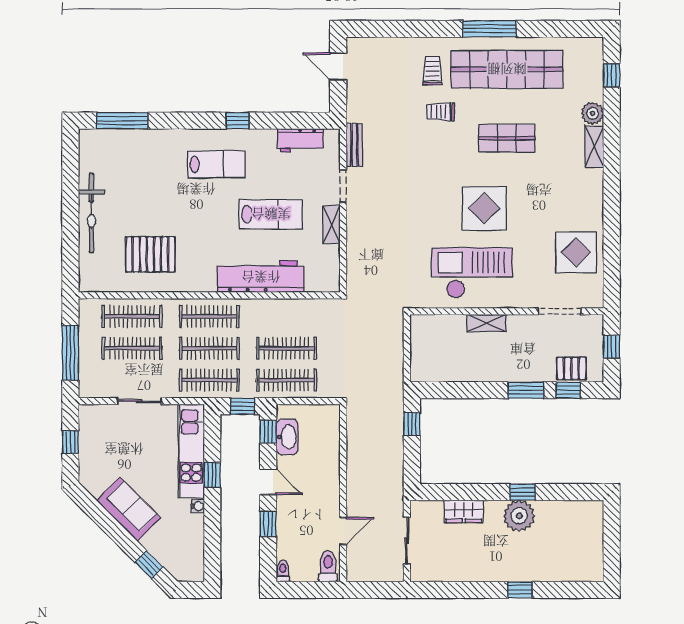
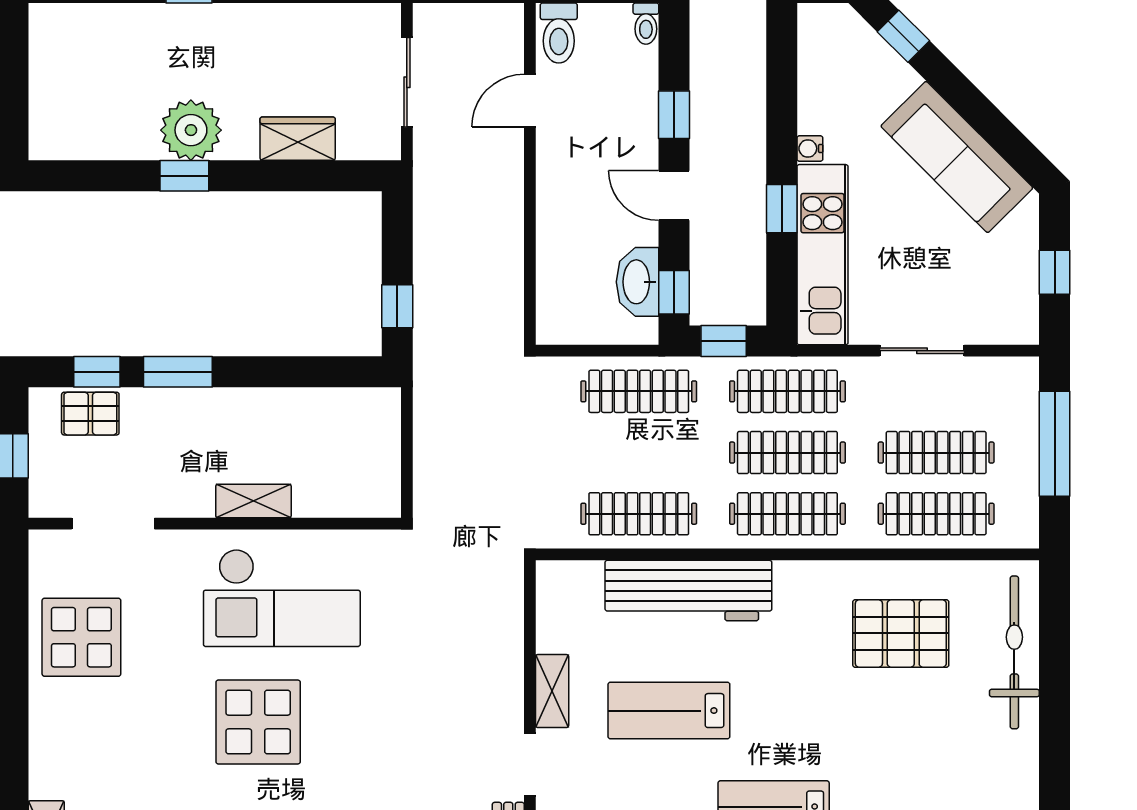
bicycle: (91, 213) -> (1014, 652), moved
clothes rail: (287, 348) -> (639, 514), moved
sofa: (129, 509) -> (957, 157), width x1.36

